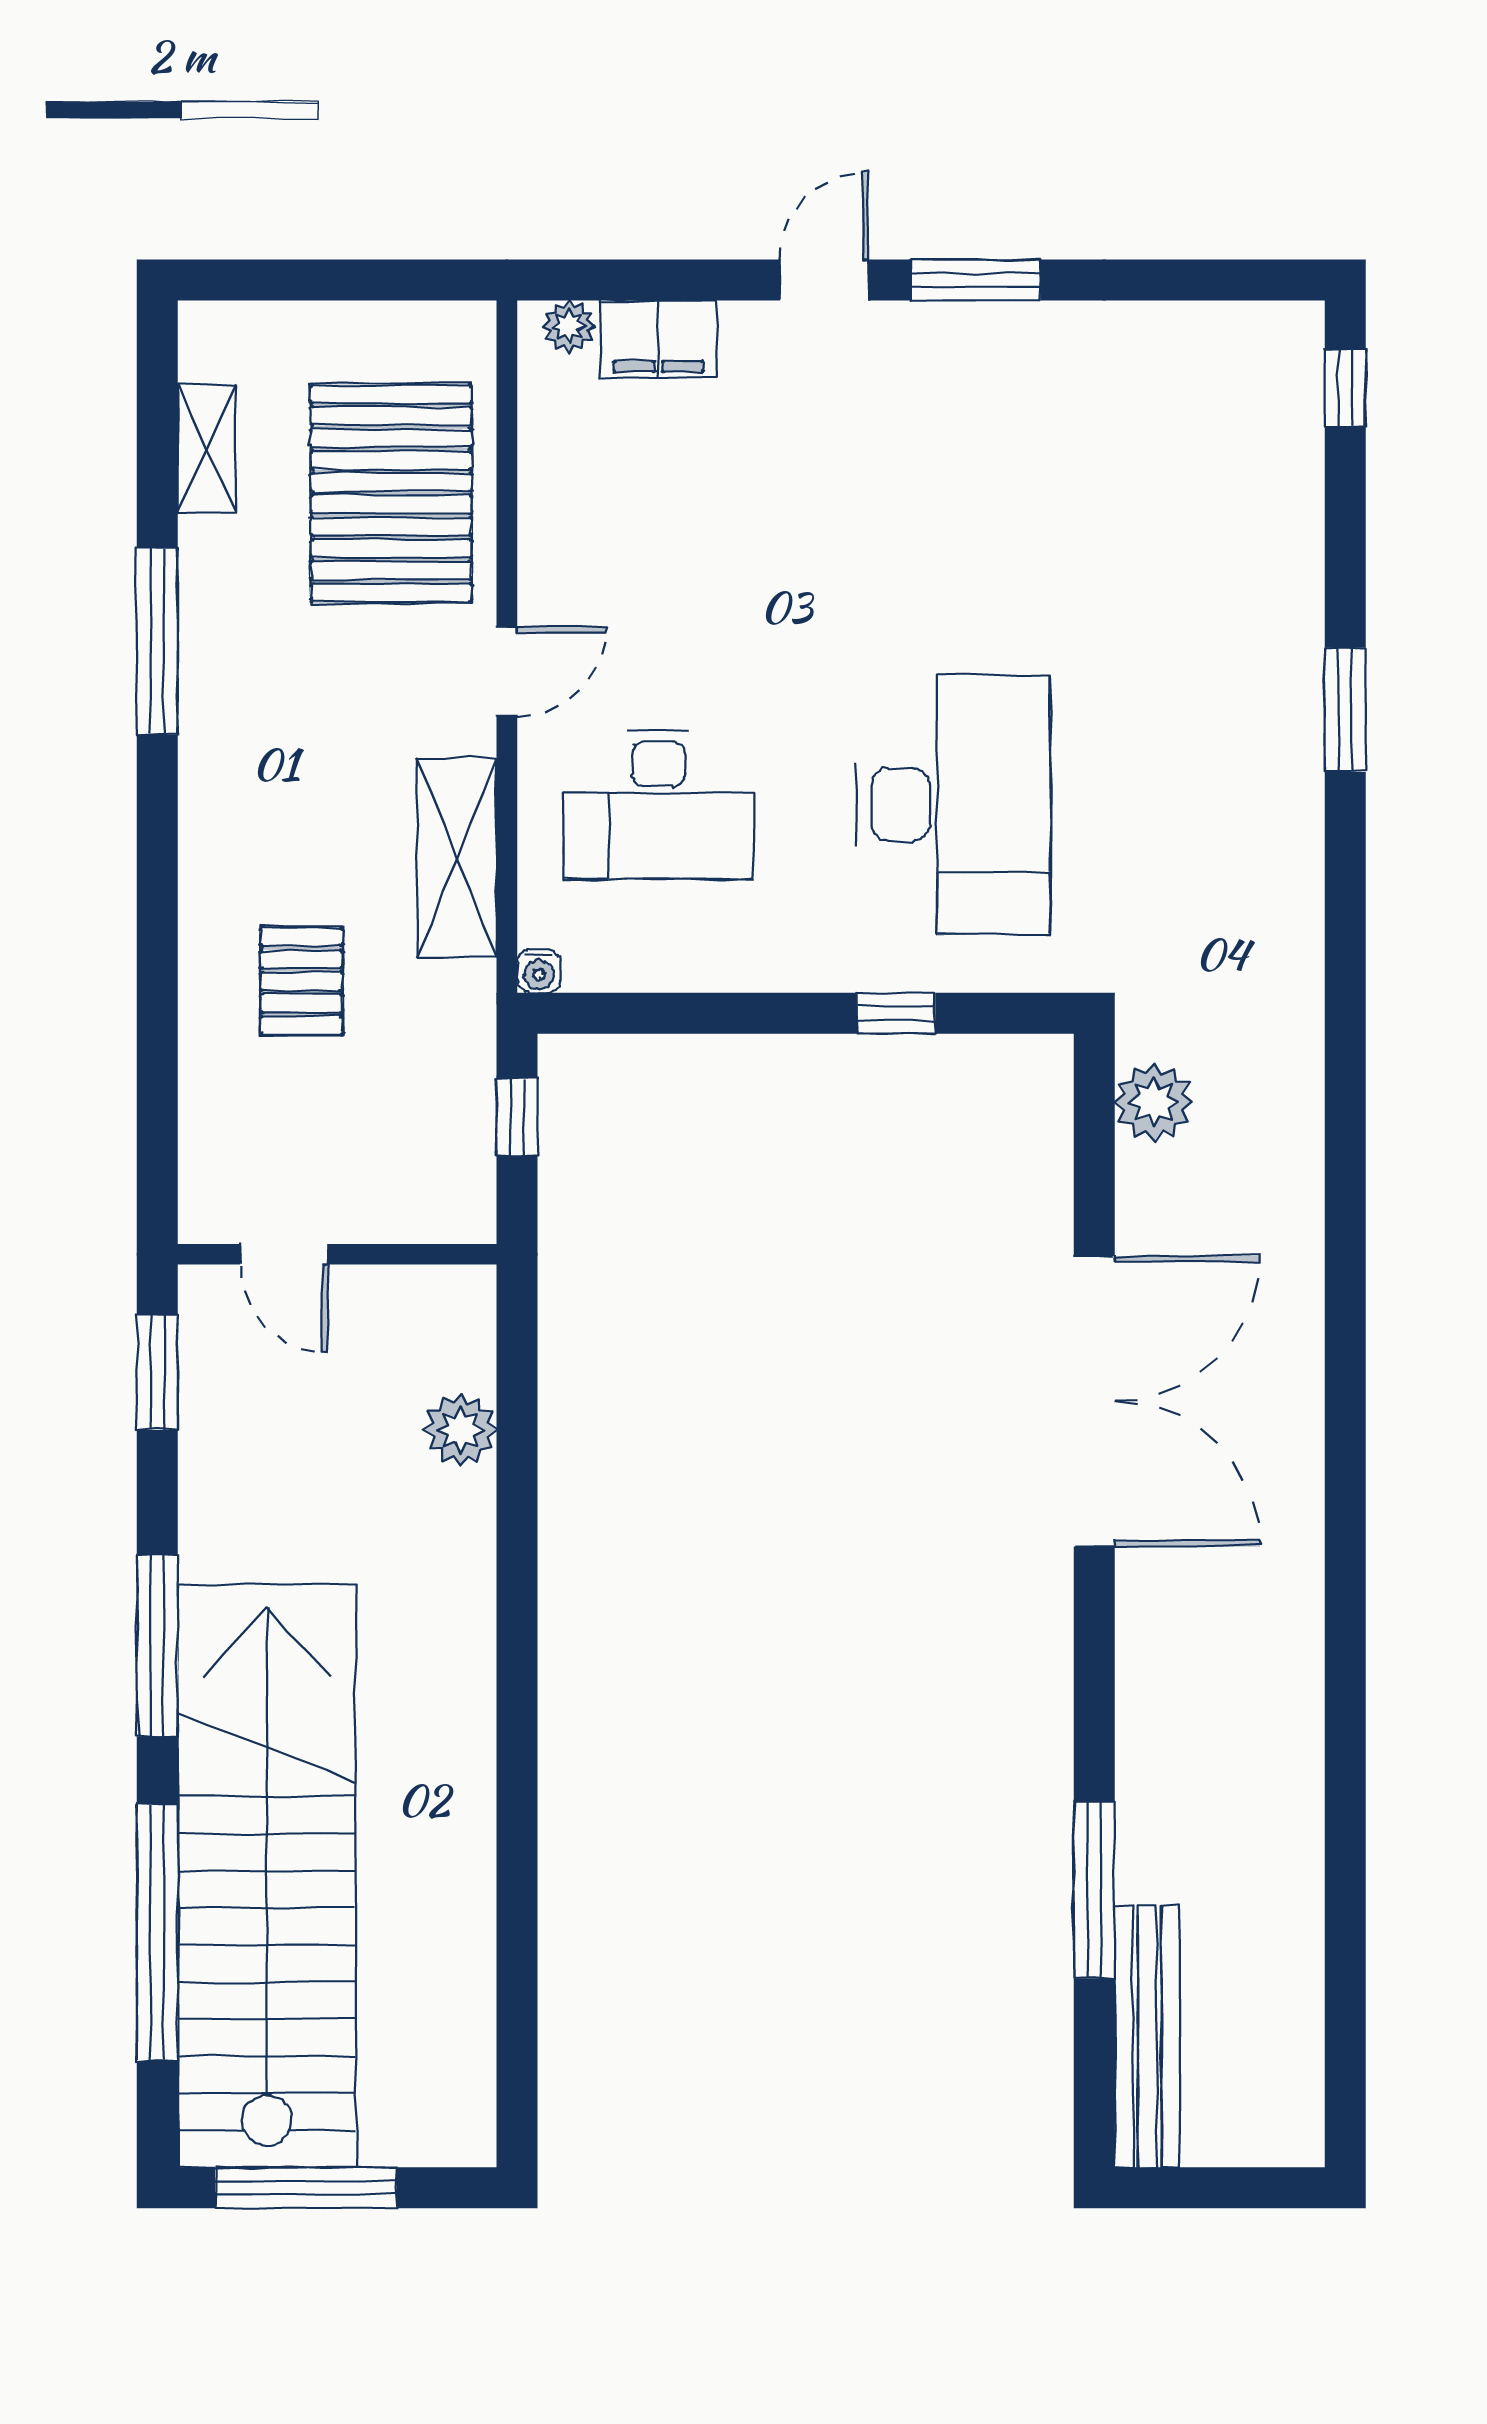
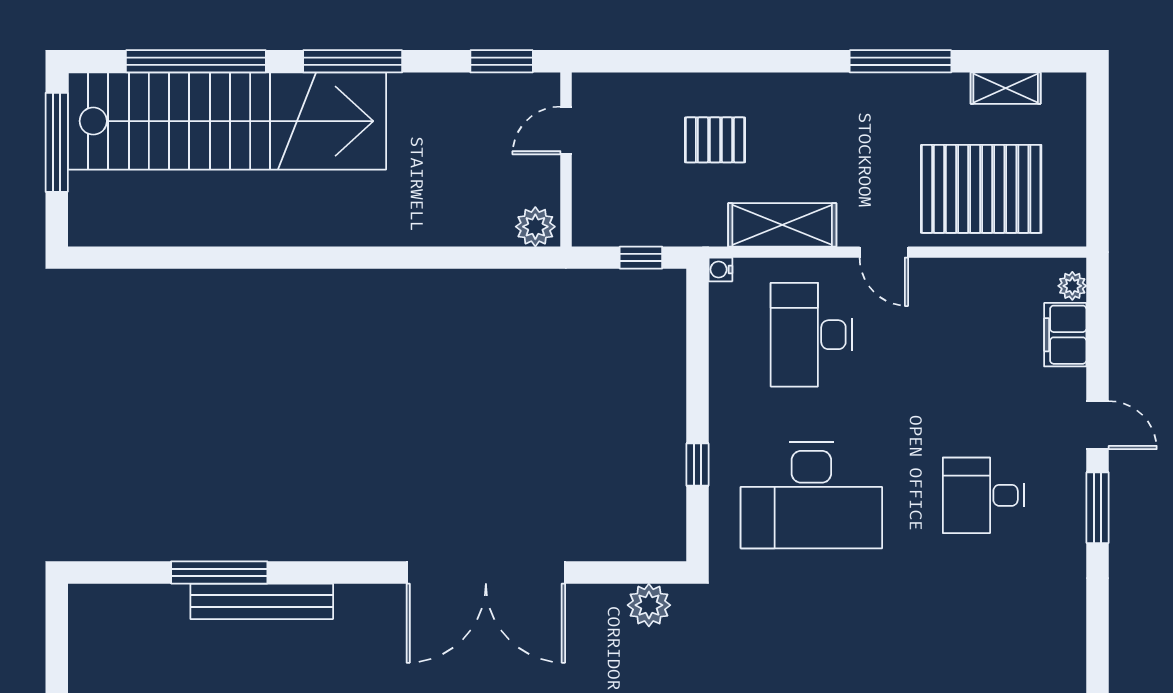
desk: (953, 489) -> (984, 495), added
plant: (460, 1430) -> (535, 227), moved
bench: (1147, 2037) -> (262, 601), moved

